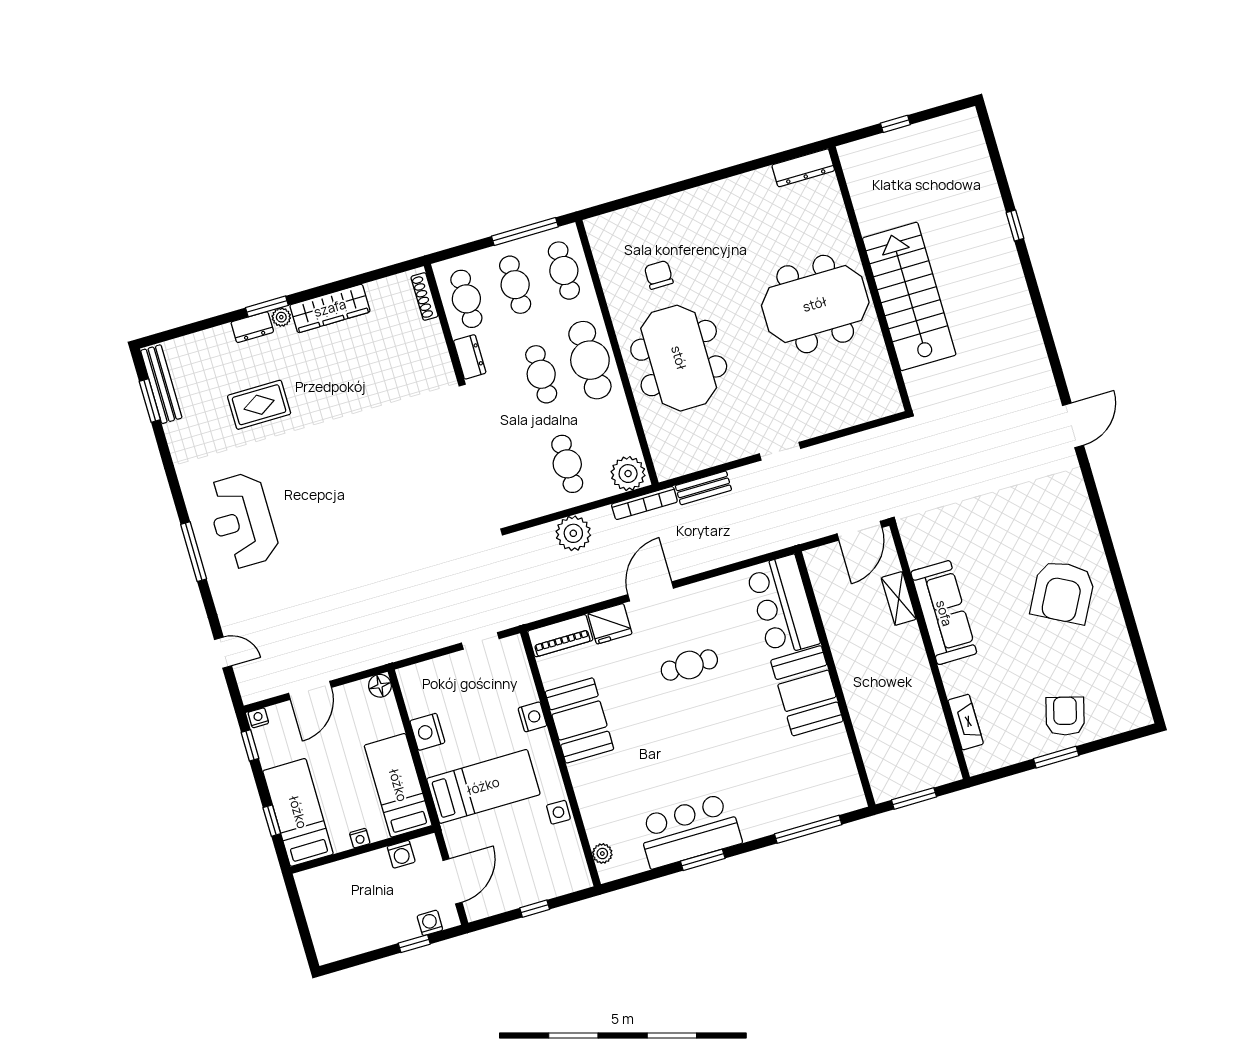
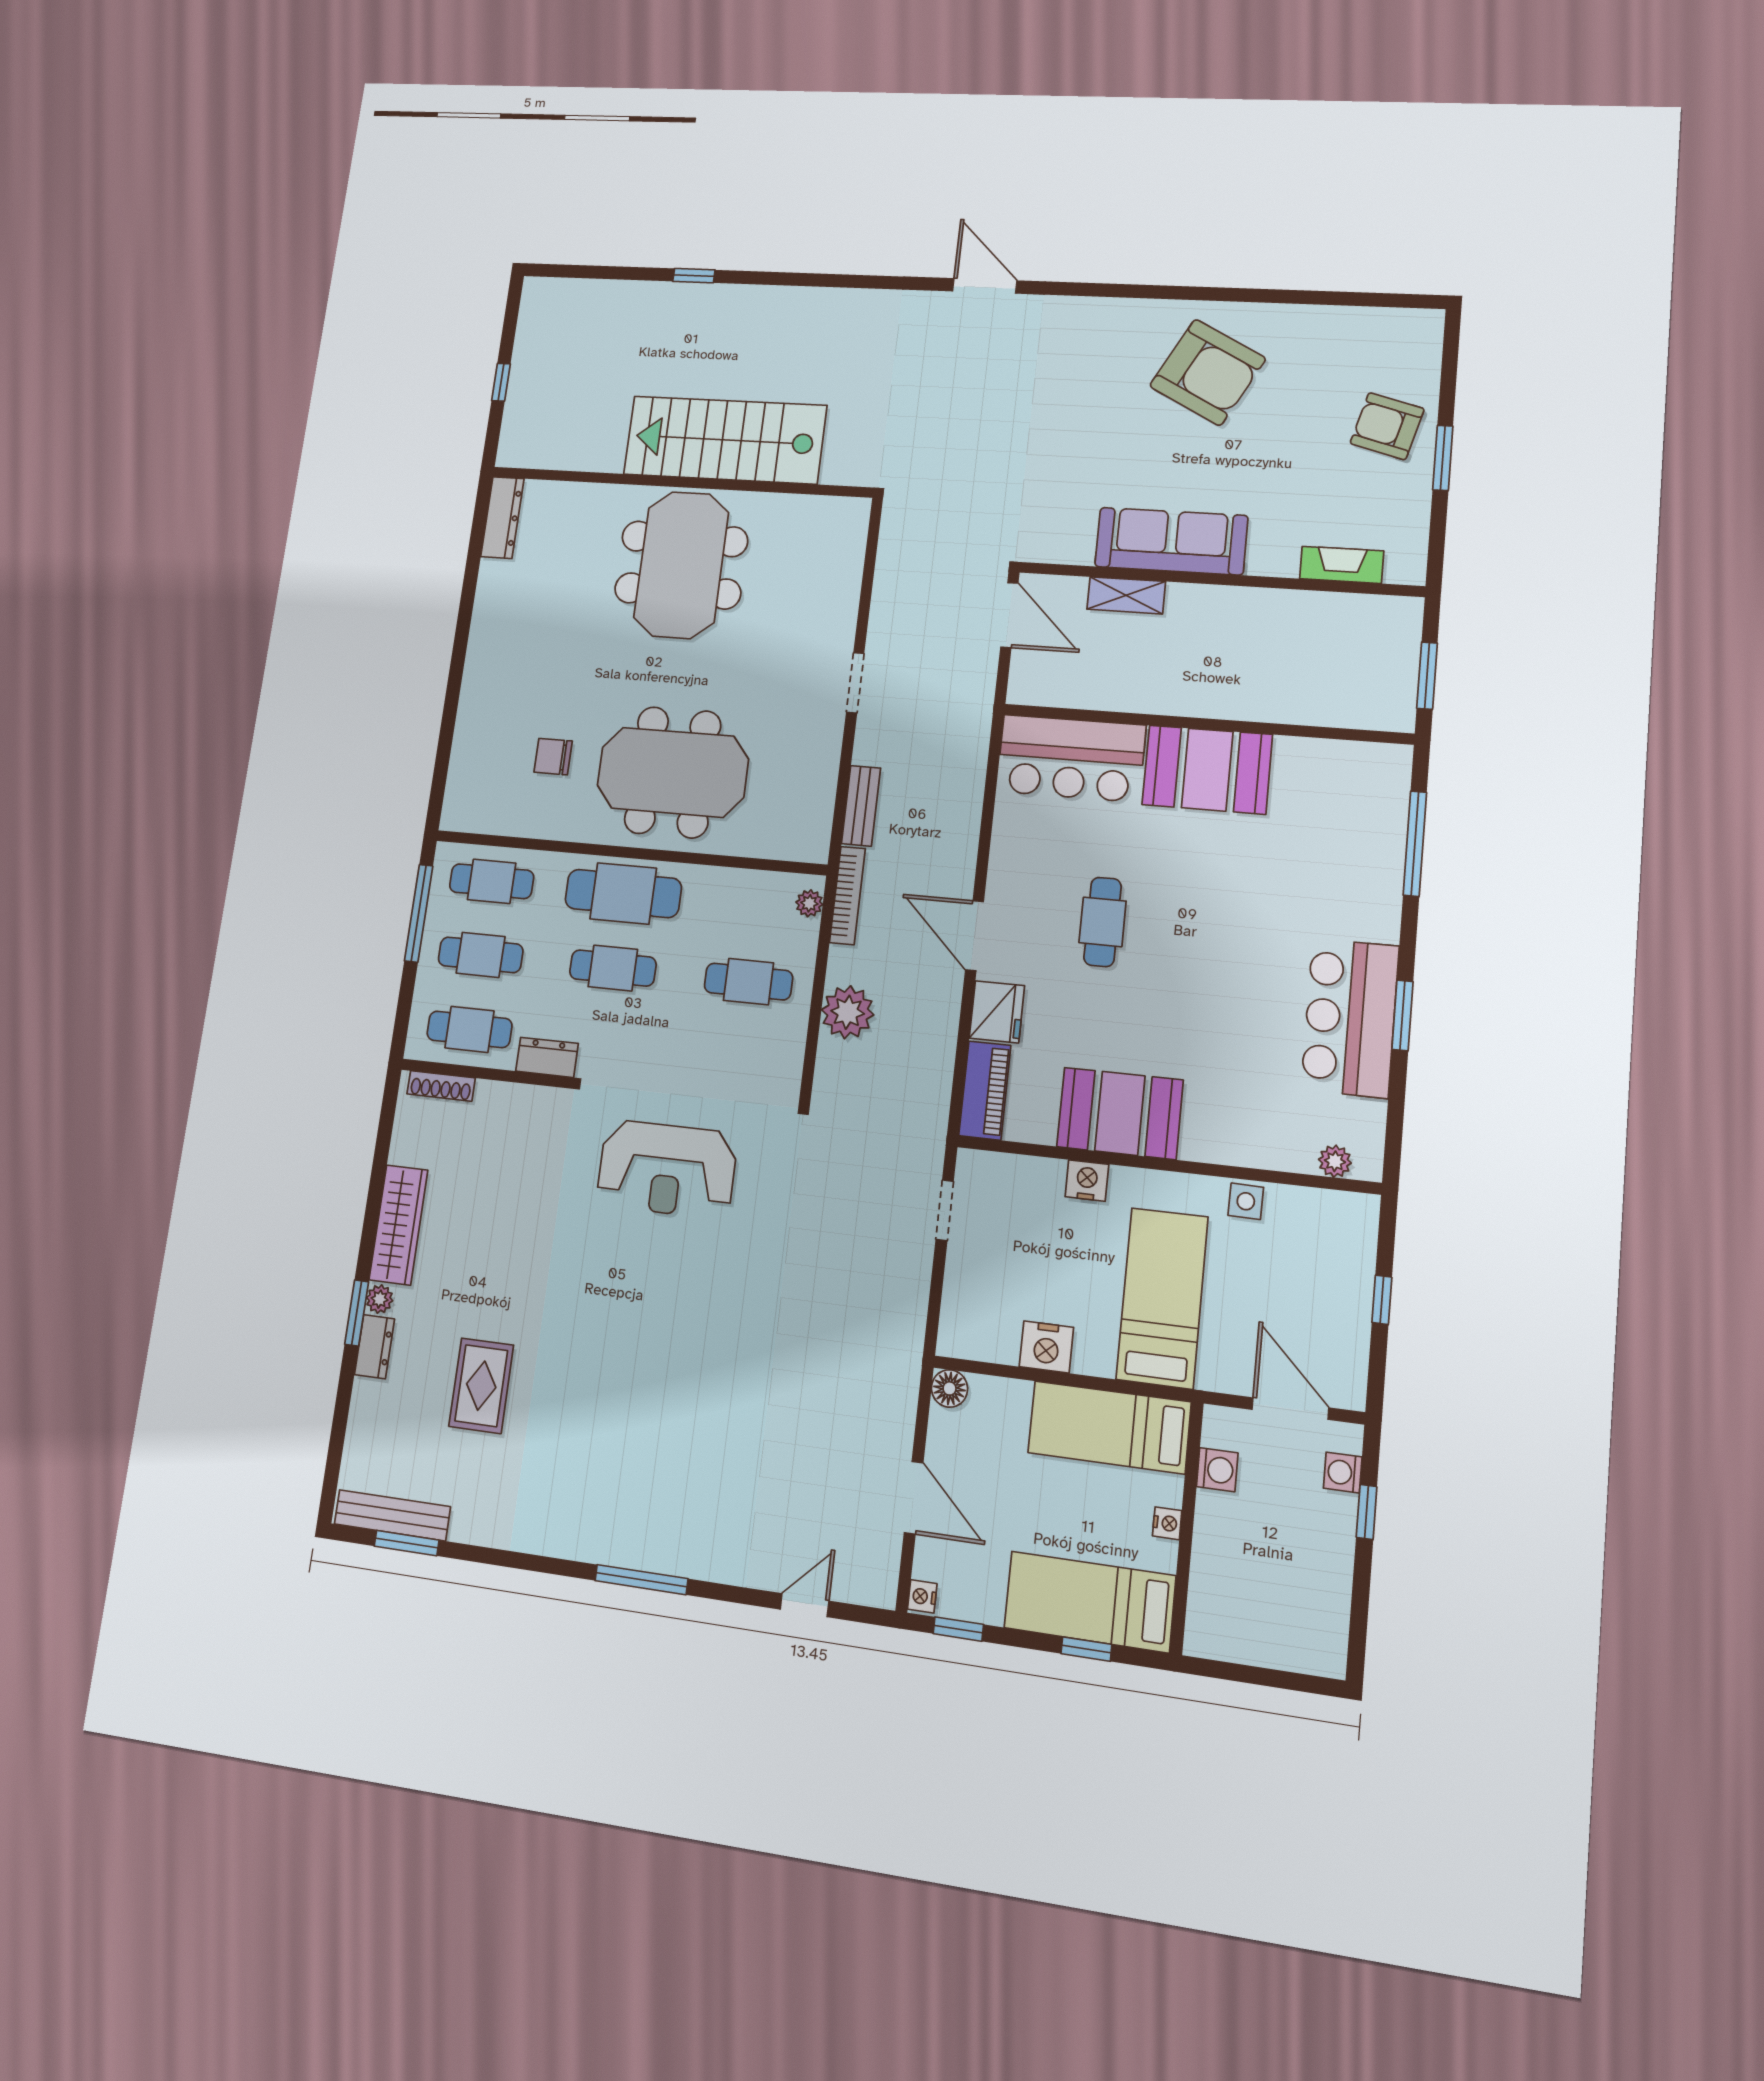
plant: (628, 474) -> (809, 903), width x0.53, depth x0.53
reception desk: (242, 521) -> (667, 1169), moved

